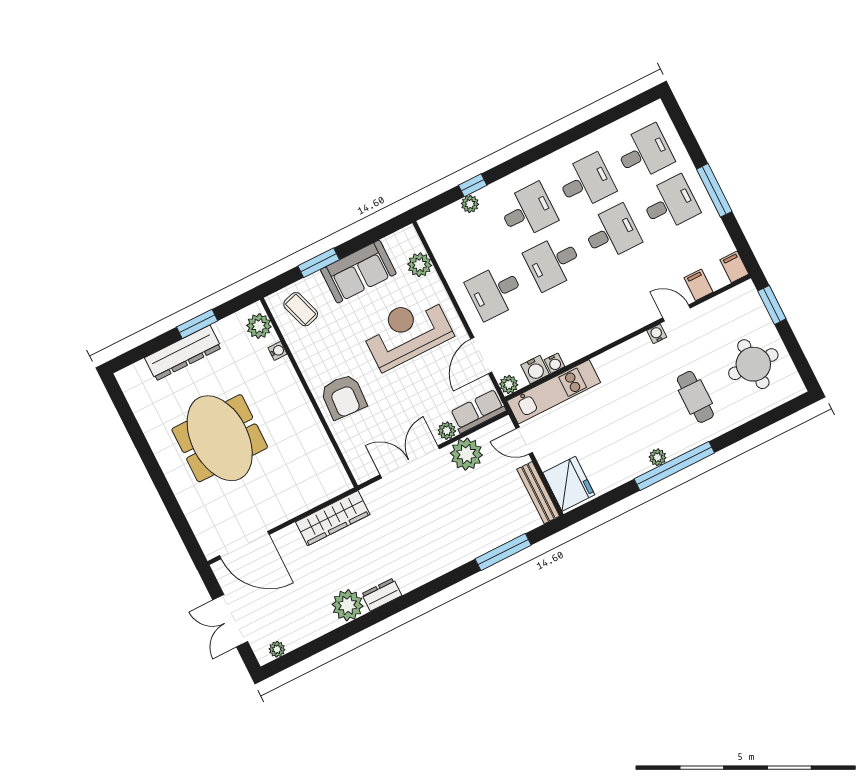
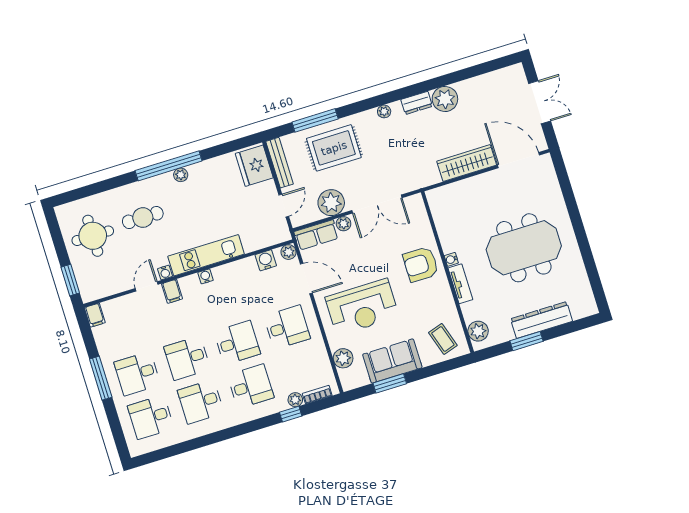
desk: (528, 211) -> (251, 386), turned 180
bookcase: (444, 215) -> (317, 395), added
window: (319, 263) -> (390, 383), moved
filing cabinet: (698, 285) -> (172, 291), moved
door: (677, 313) -> (147, 286), swing flipped
water cooler: (277, 351) -> (451, 259), moved
door: (481, 355) -> (306, 279), hinge flipped
water cooler: (555, 363) -> (206, 276), moved
tv unit: (290, 381) -> (460, 284), added
kitchen unit: (554, 392) -> (206, 255), moved
armchair: (343, 397) -> (421, 264), turned -93
cafe table: (695, 397) -> (143, 218), turned 90
meeting table: (220, 438) -> (524, 248), turned 90
door: (524, 441) -> (284, 206), hinge flipped
wardrobe: (333, 518) -> (467, 163), moved
rug: (474, 522) -> (334, 148), added
plant: (277, 649) -> (384, 111), moved

